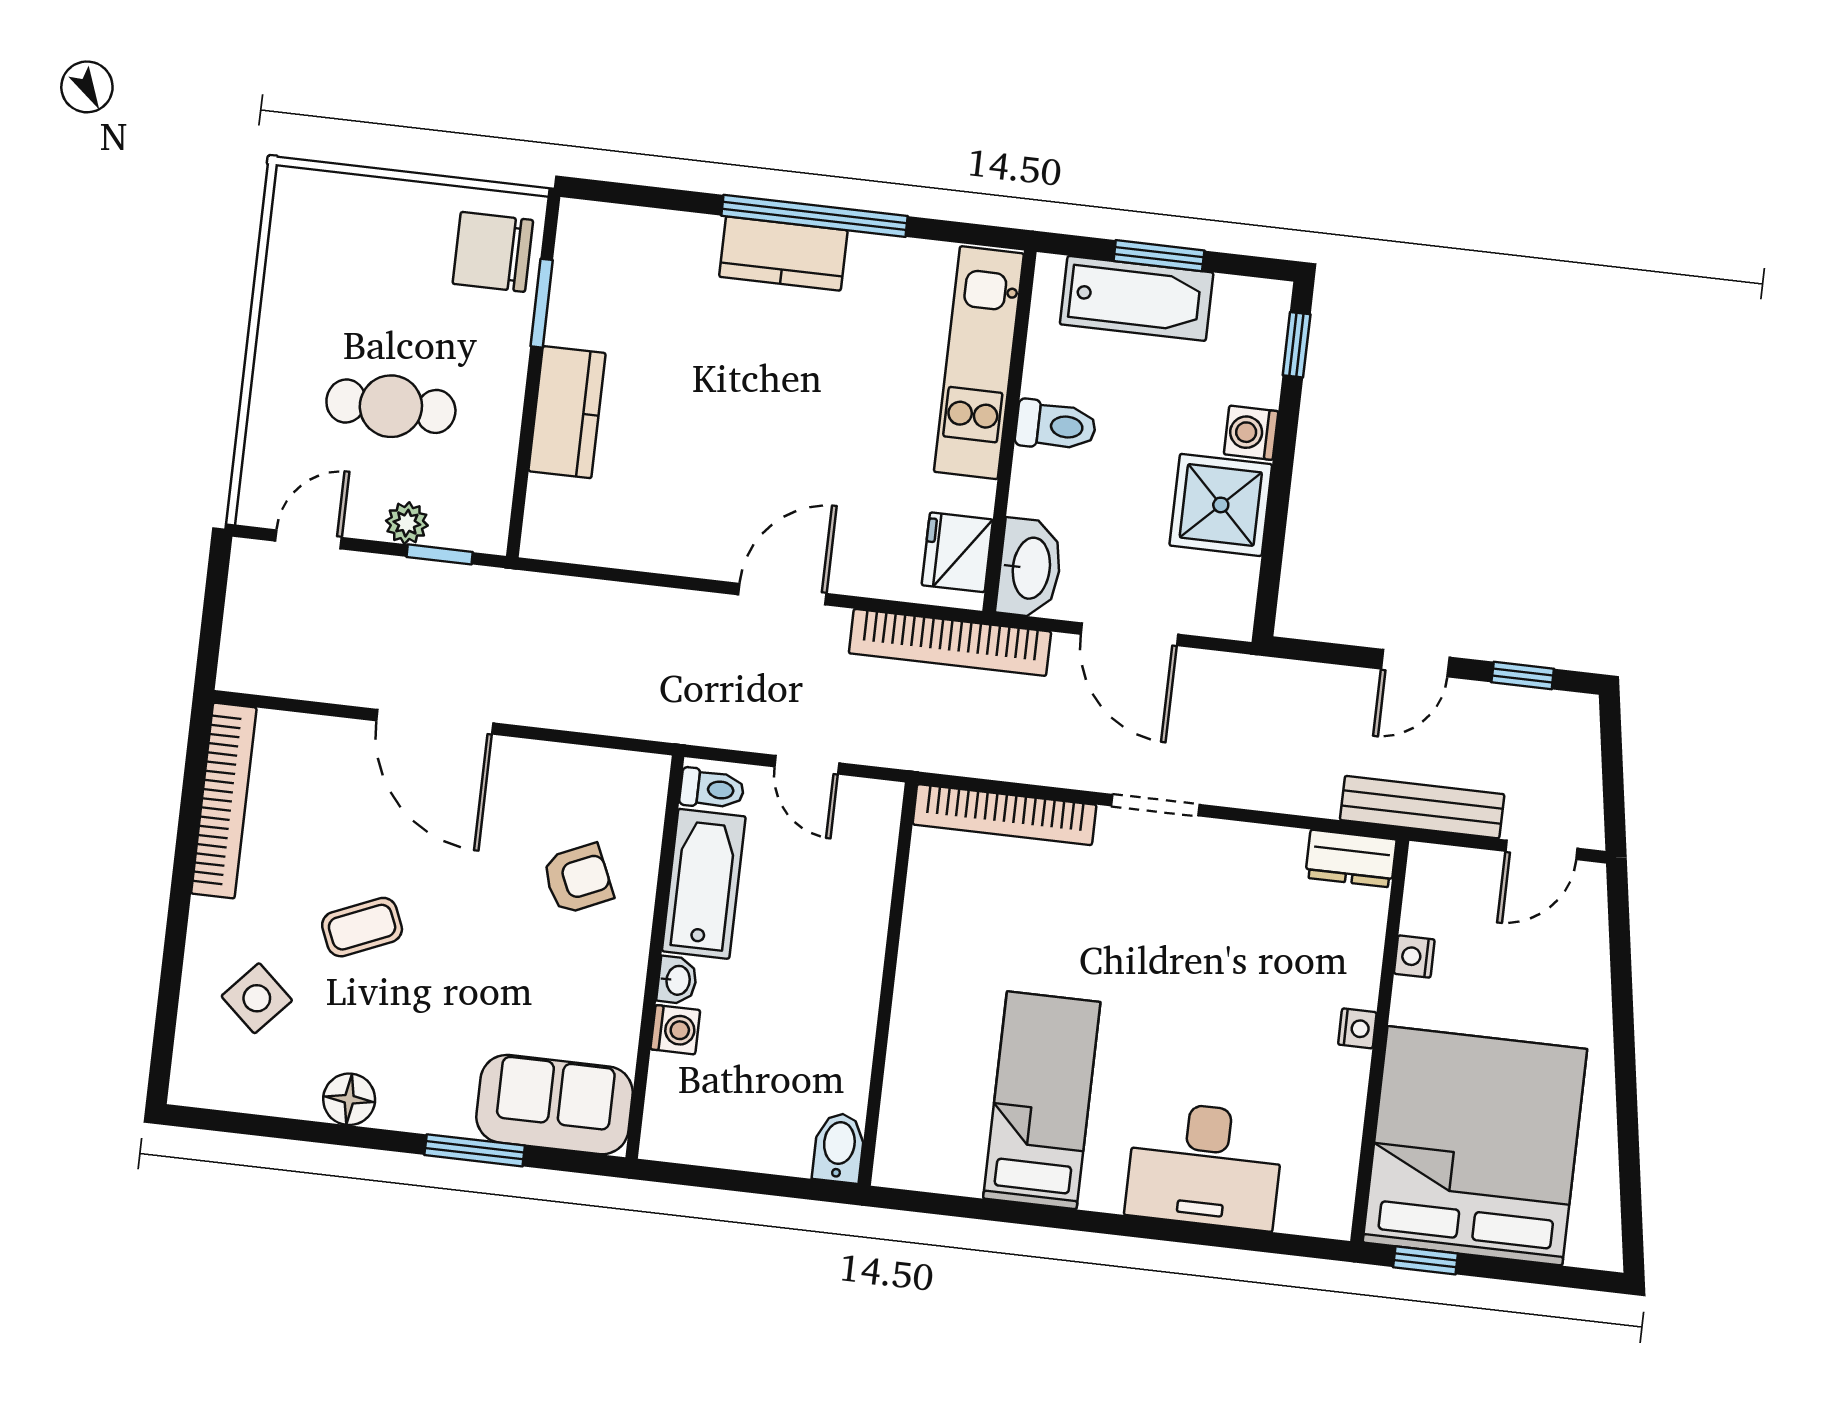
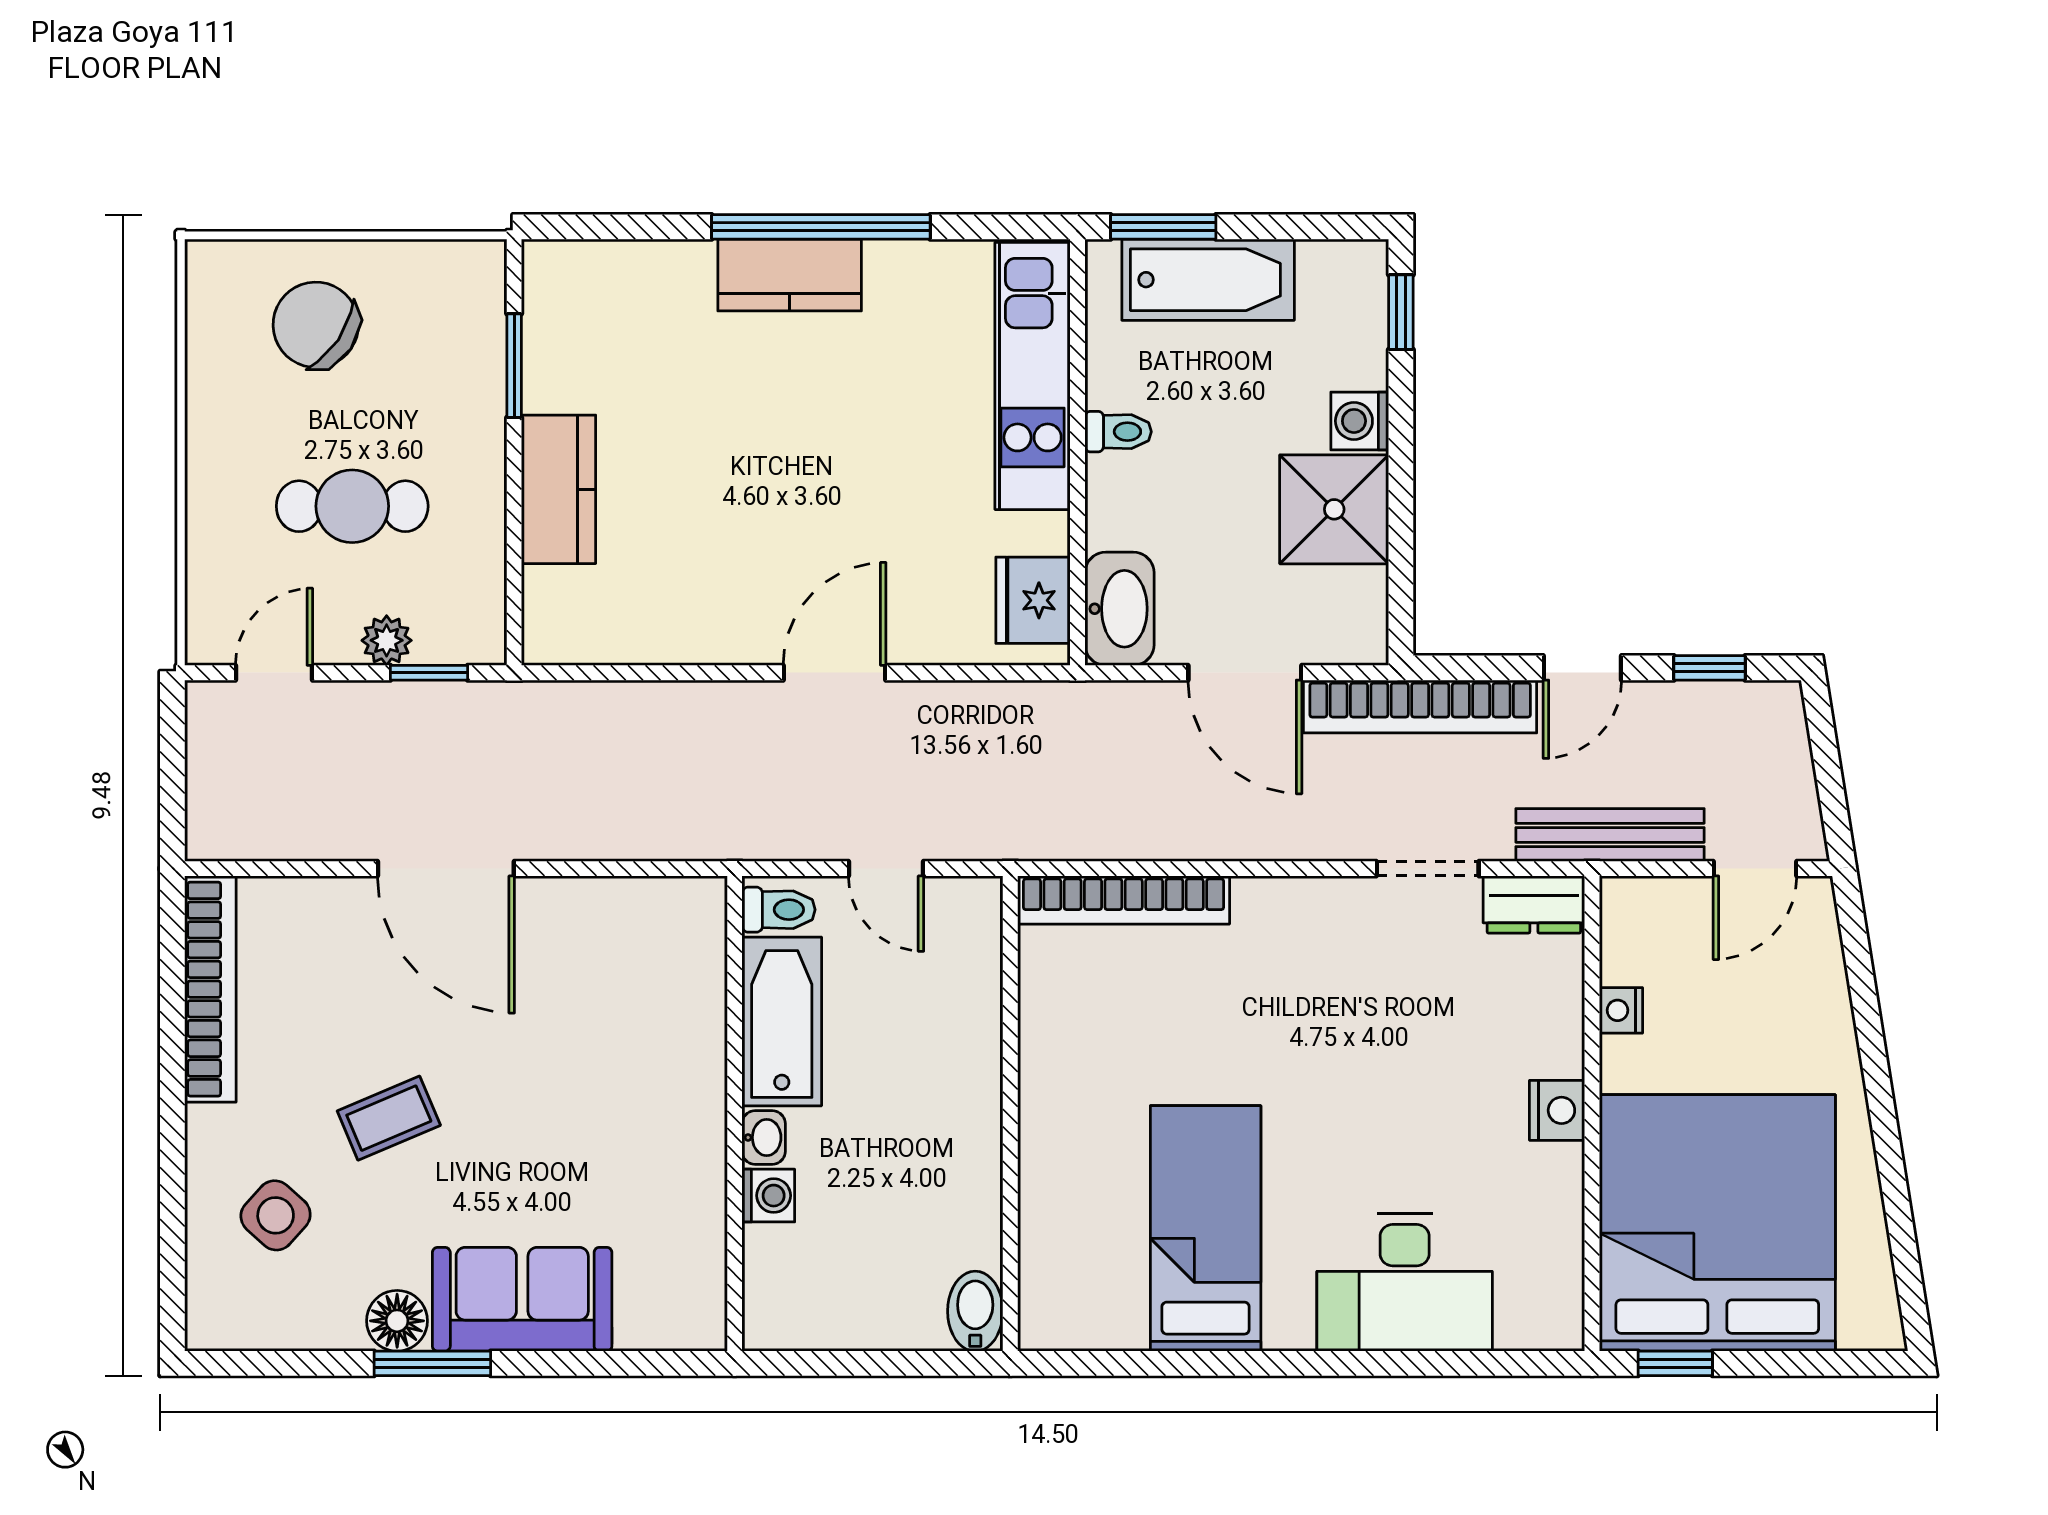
chair: (493, 252) -> (316, 325), moved, turned 34
window: (1159, 256) -> (1163, 227), moved
toilet: (1056, 426) -> (1118, 432), width x0.73, depth x0.72
bookcase: (950, 642) -> (1420, 706), moved
doorway: (1155, 805) -> (1428, 869), moved
armchair: (578, 879) -> (634, 1033), removed
nightstand: (1357, 1028) -> (1557, 1110), width x1.39, depth x1.35
sofa: (555, 1105) -> (522, 1299), moved
window: (475, 1150) -> (432, 1363), moved

